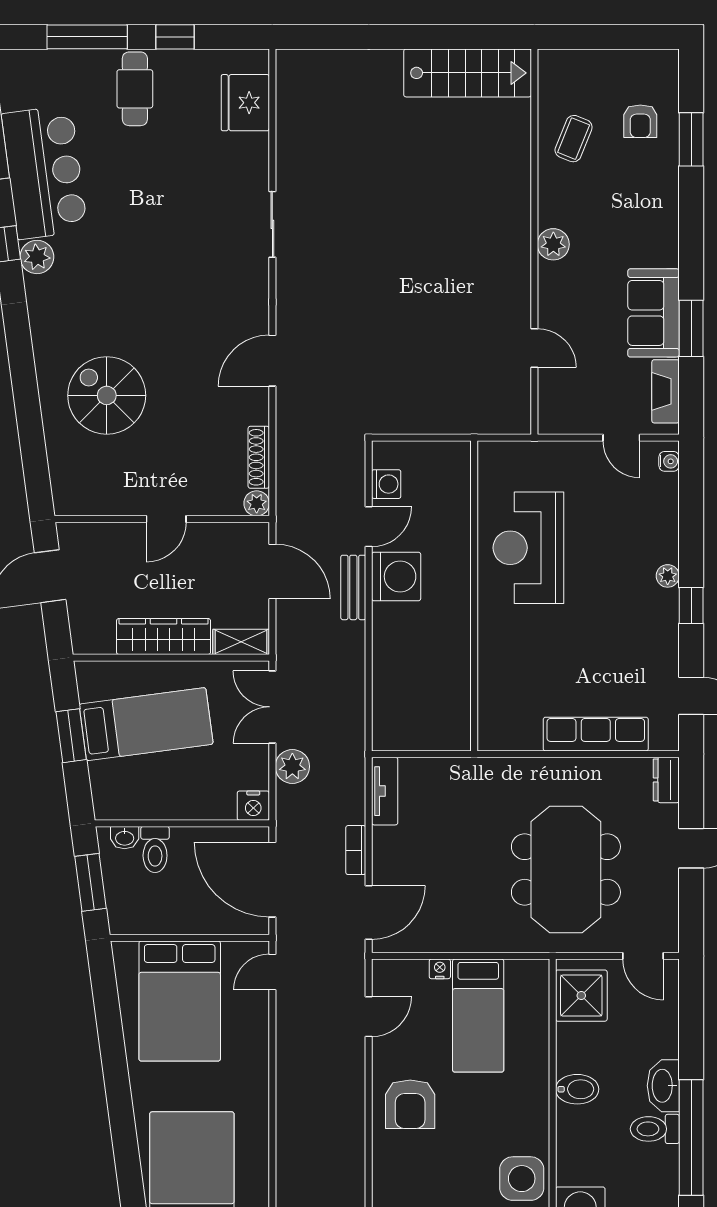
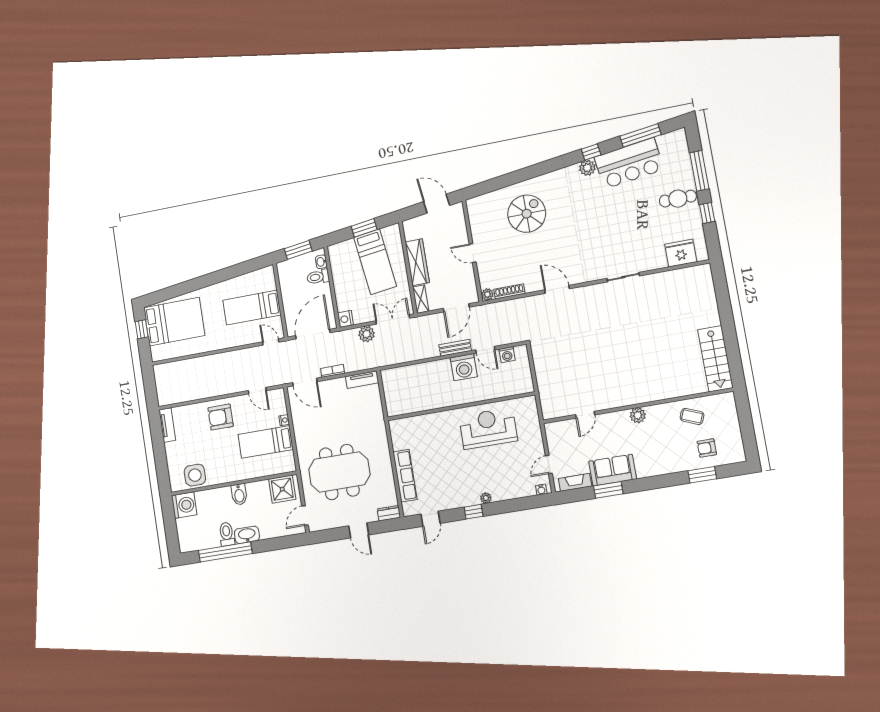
bed: (180, 1001) -> (252, 308), width x0.67

